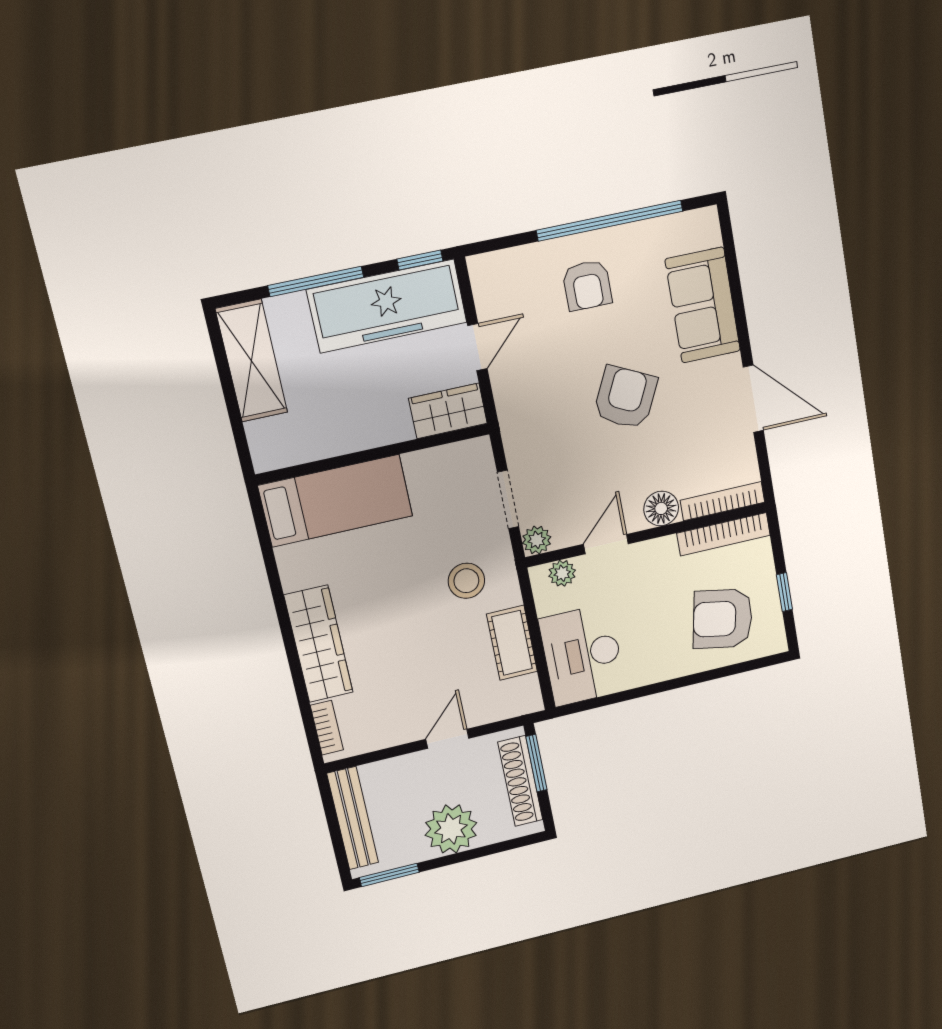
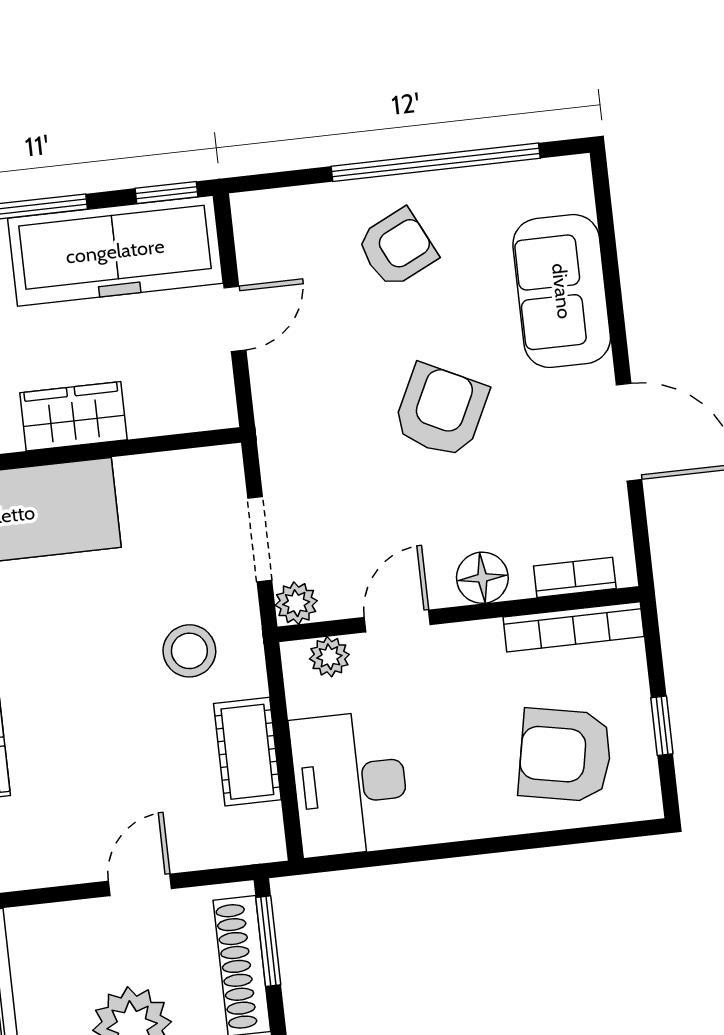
armchair: (587, 285) -> (397, 248), turned -116
wardrobe: (448, 411) -> (74, 416), moved
bookcase: (723, 501) -> (575, 577), width x0.64

